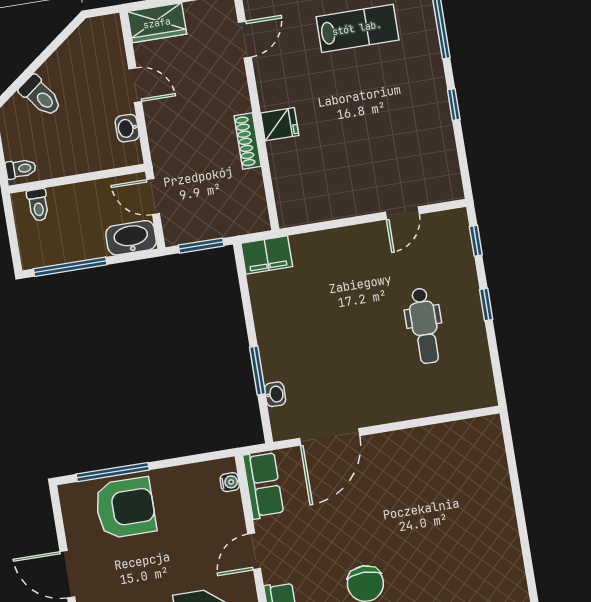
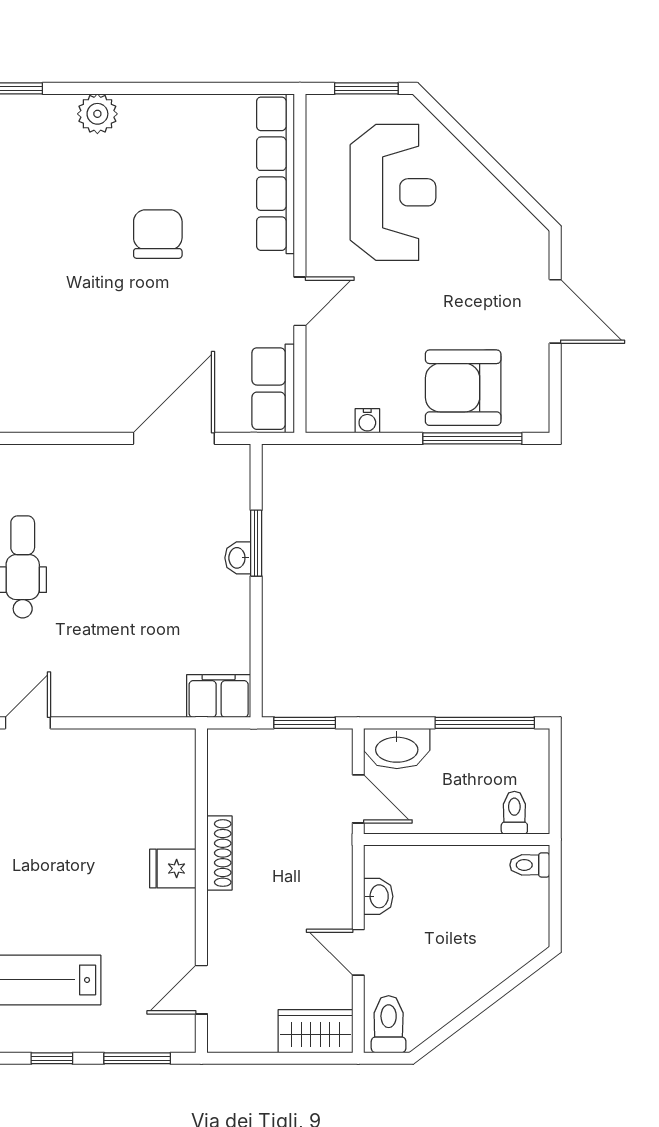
toilet: (41, 96) -> (389, 1024), moved, turned 37
washbasin: (275, 394) -> (238, 558), moved
water cooler: (230, 482) -> (367, 421), moved, turned -90

